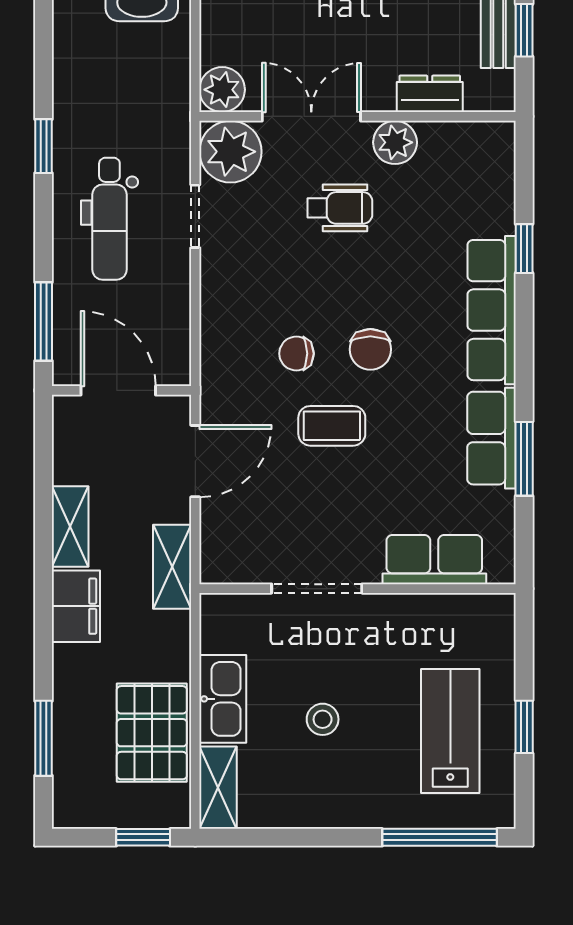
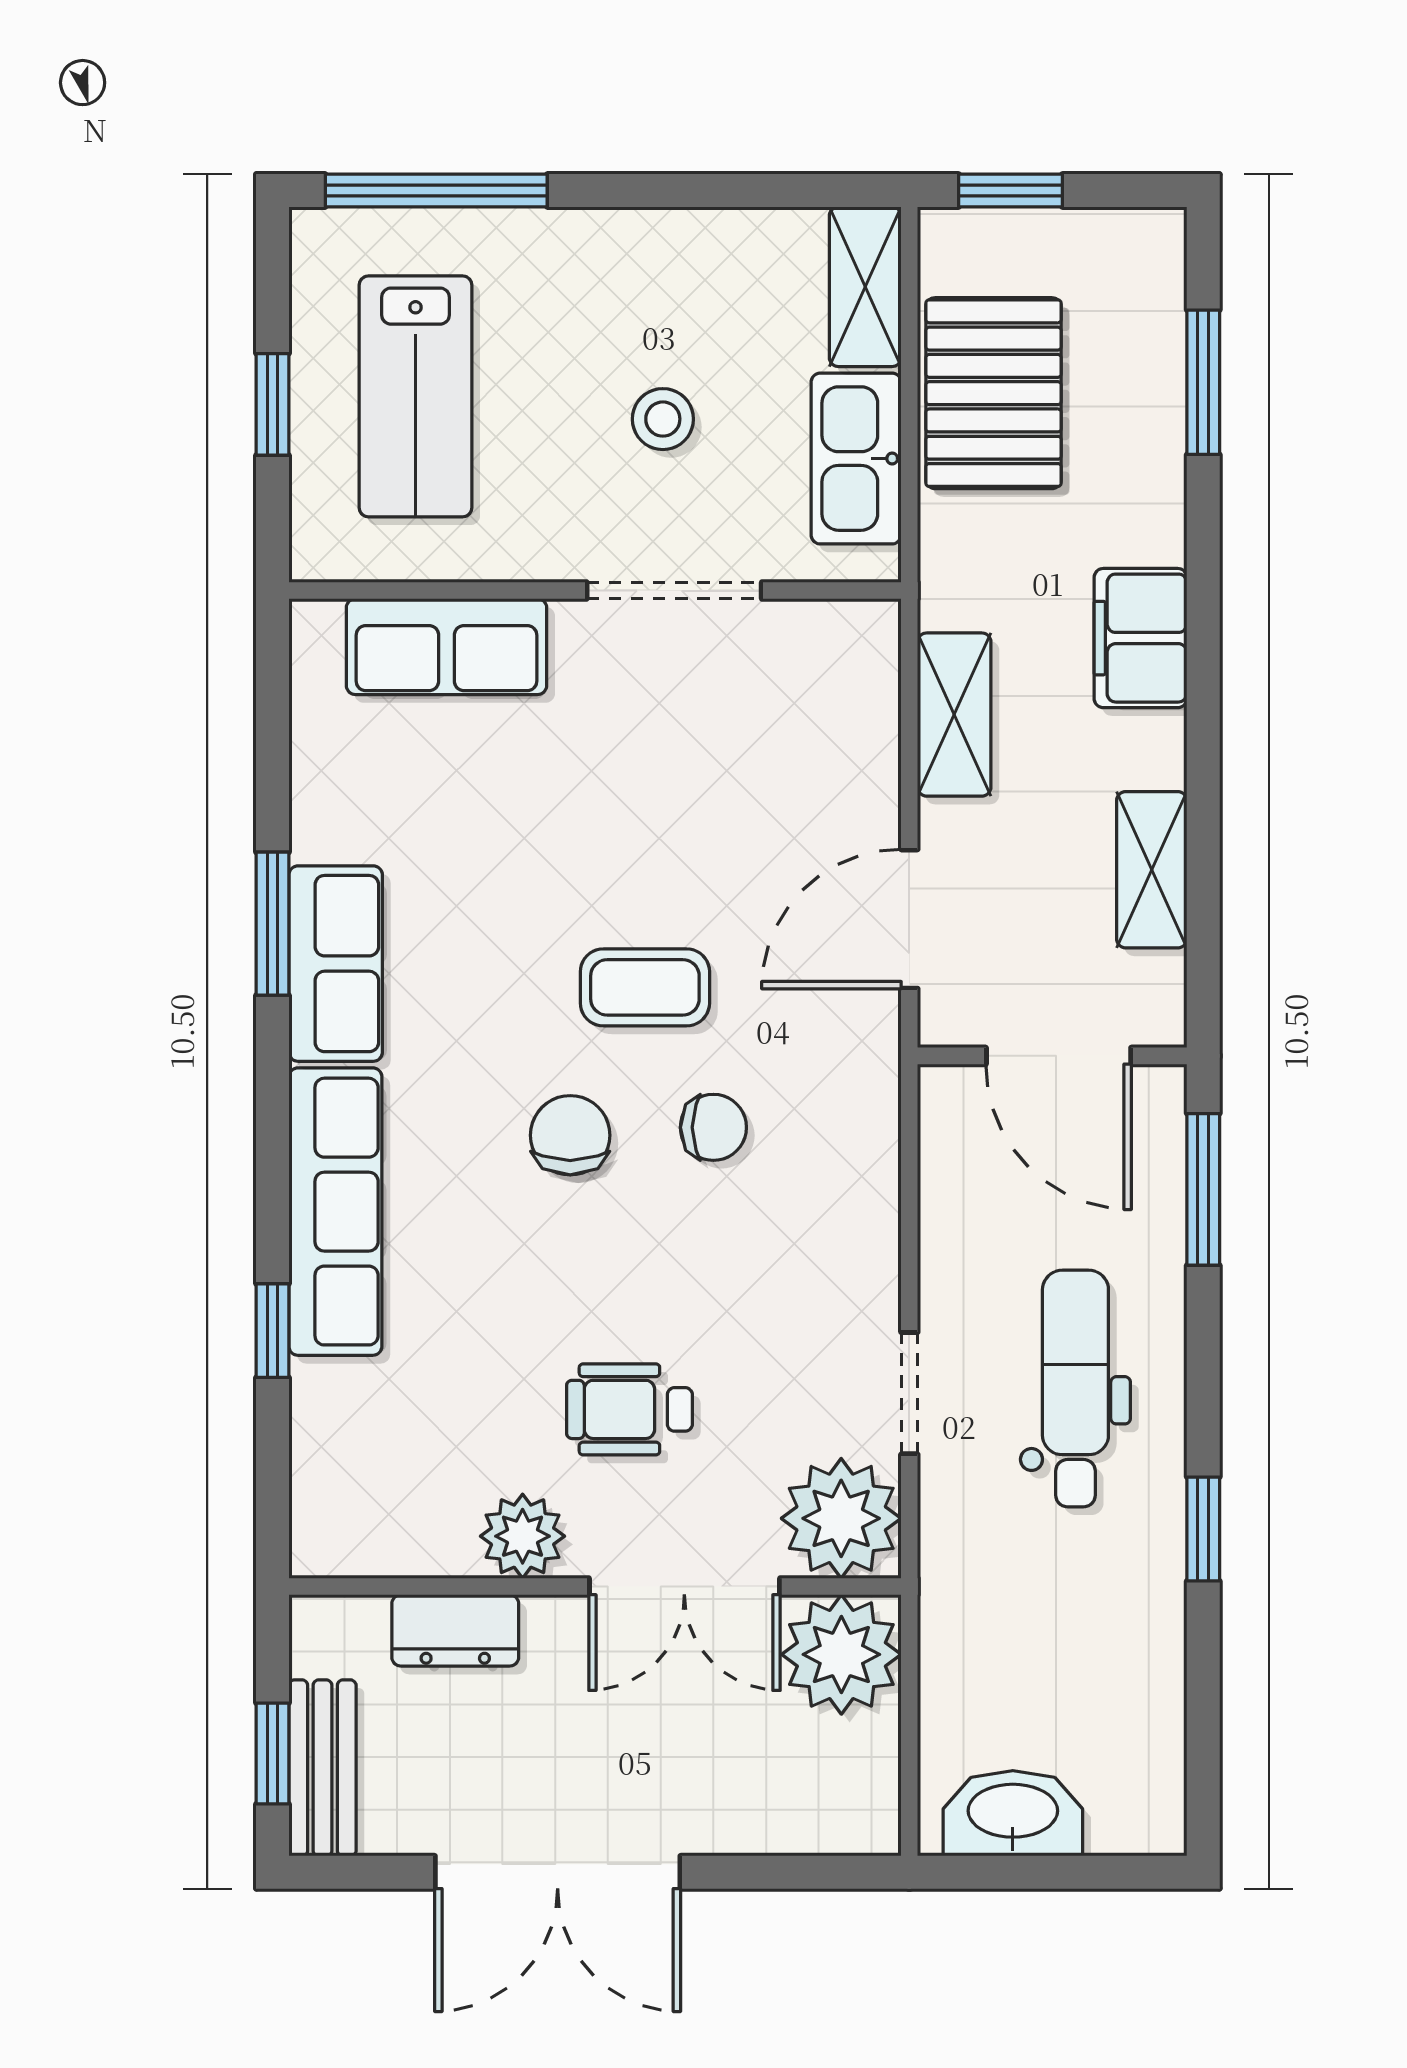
plant: (222, 90) -> (841, 1654), width x1.36, depth x1.36
shelving: (70, 527) -> (1152, 870), moved
row of seats: (434, 560) -> (446, 647), moved
doorway: (317, 589) -> (674, 591), moved
wall: (358, 589) -> (595, 591), moved

